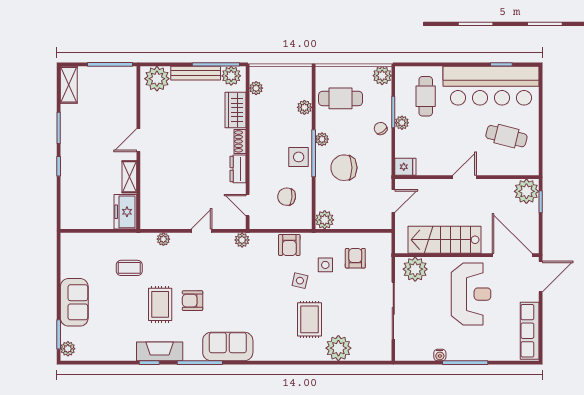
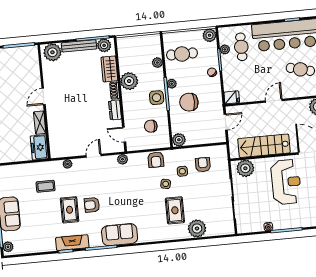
plant: (256, 88) -> (129, 81), moved, width x1.88, depth x1.88
plant: (402, 123) -> (225, 49), moved

